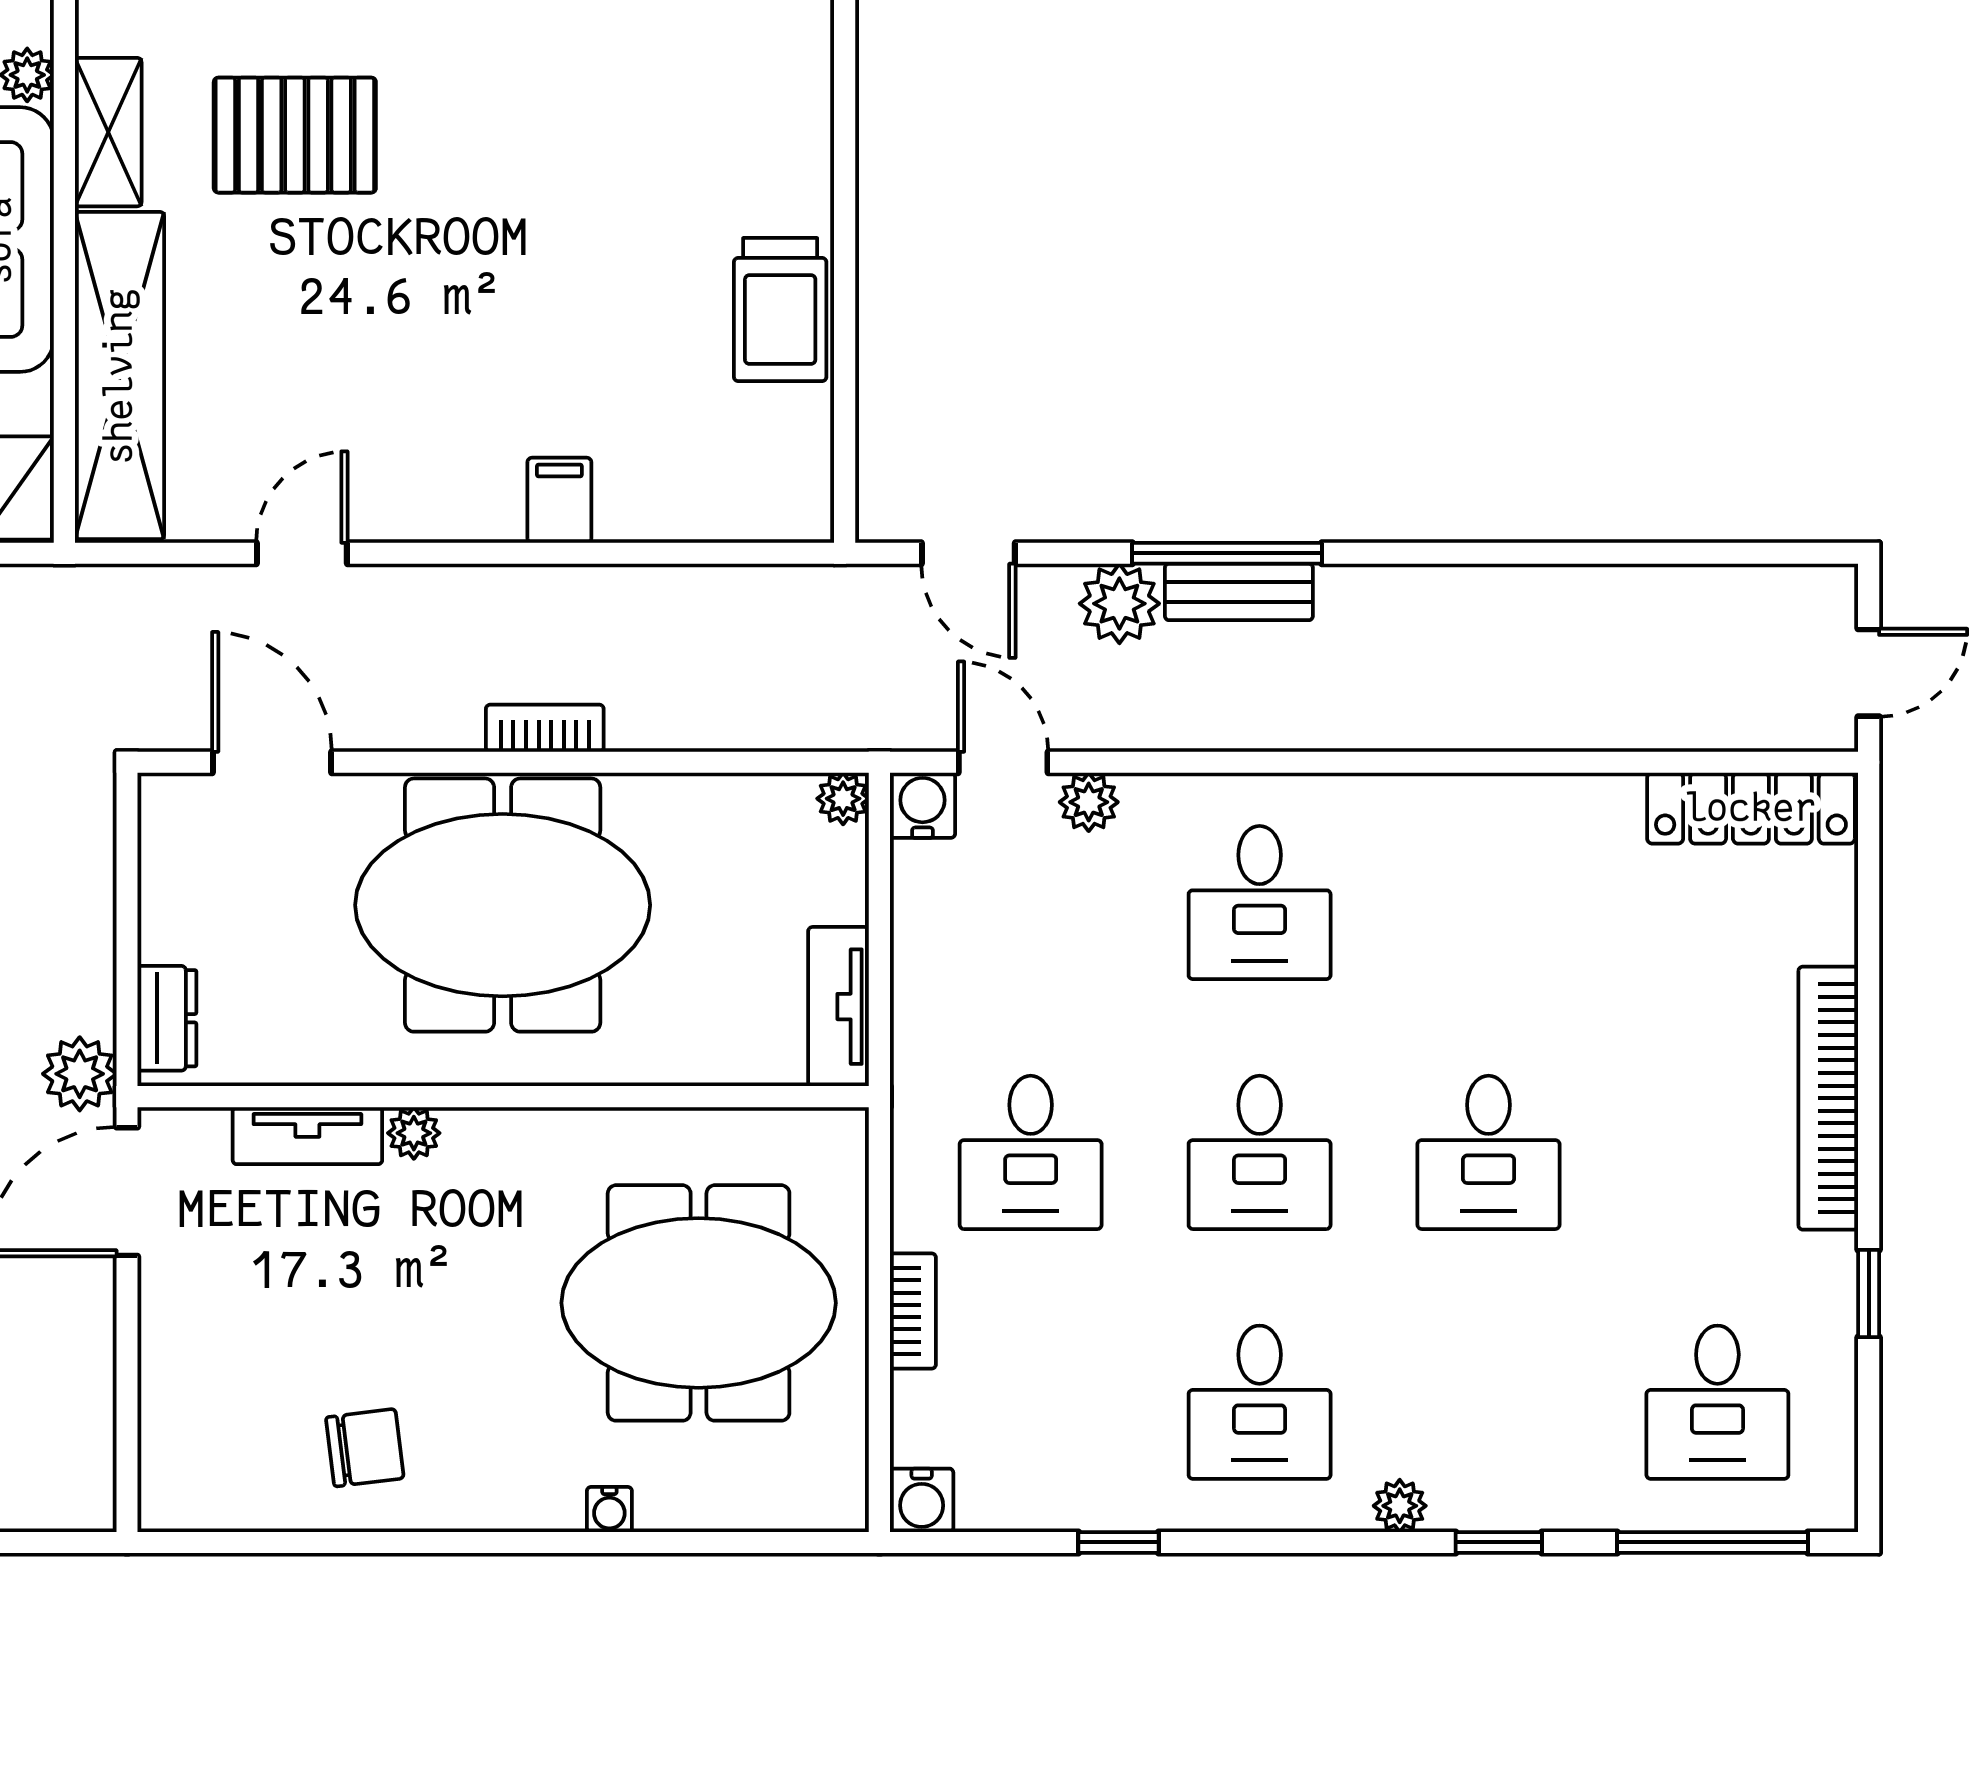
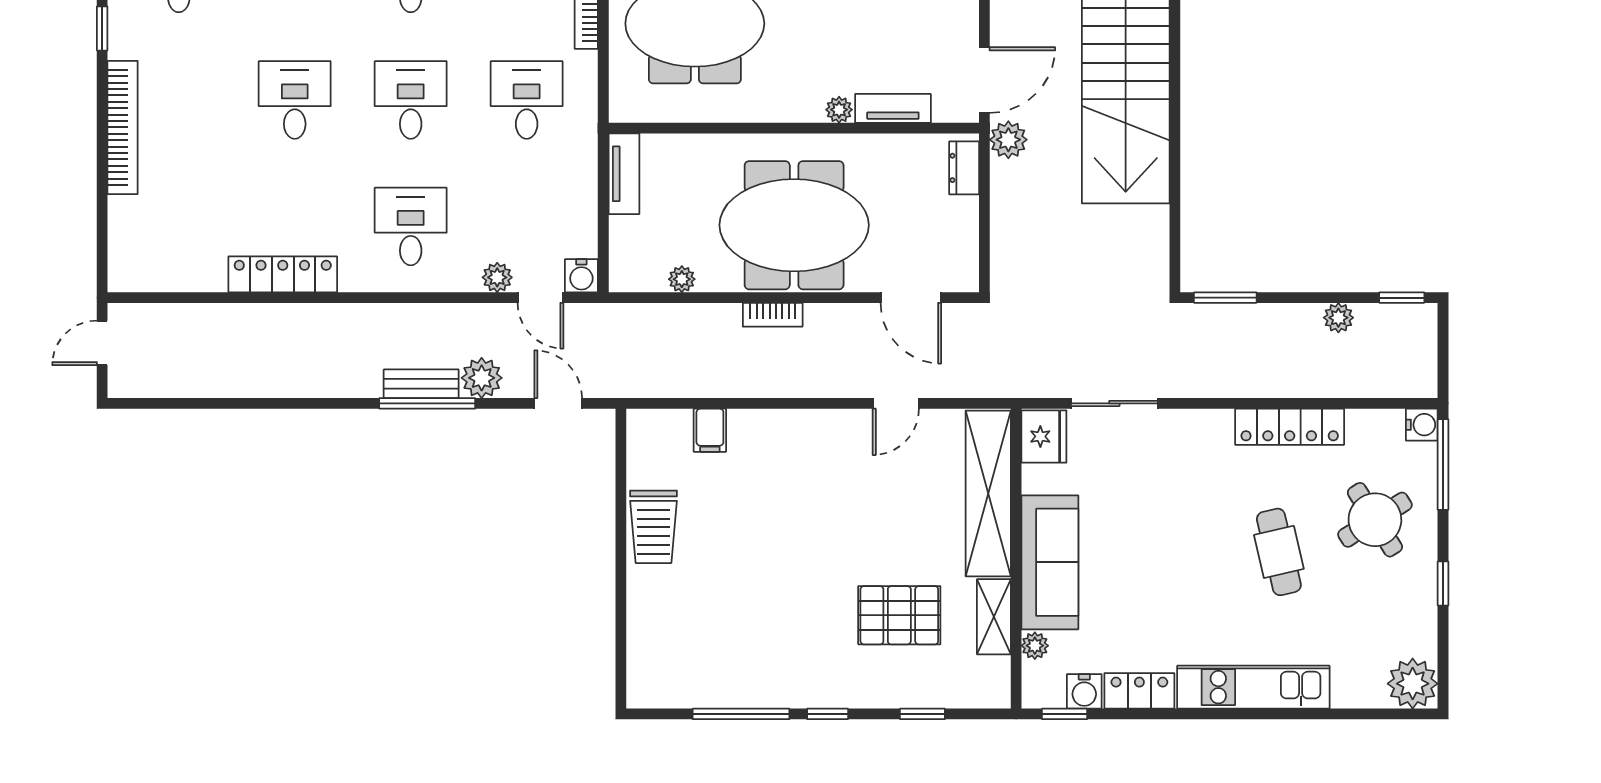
trolley: (780, 310) -> (653, 527), turned 180
filing cabinet: (559, 500) -> (710, 430), moved
plant: (843, 799) -> (682, 279), moved
locker: (1751, 808) -> (283, 274), moved

